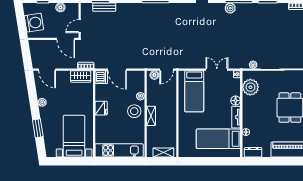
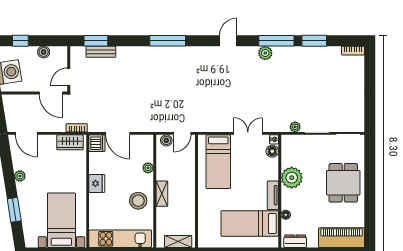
plant: (250, 87) -> (292, 178), moved
floor lamp: (236, 101) -> (272, 151), moved
stool: (134, 111) -> (138, 201), moved

